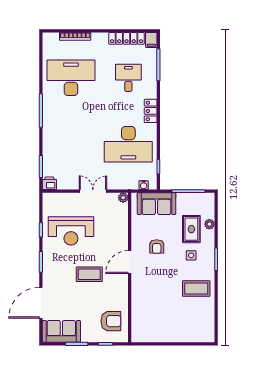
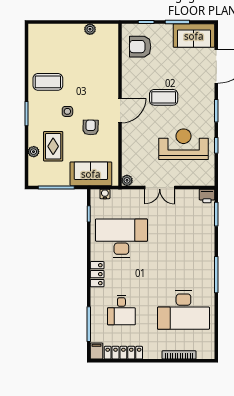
side table: (191, 255) -> (67, 111), moved
plant: (157, 337) -> (90, 29), added

